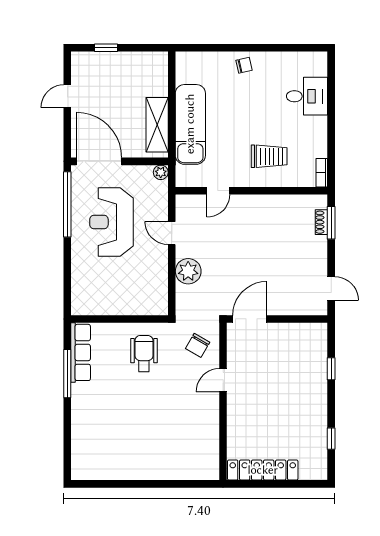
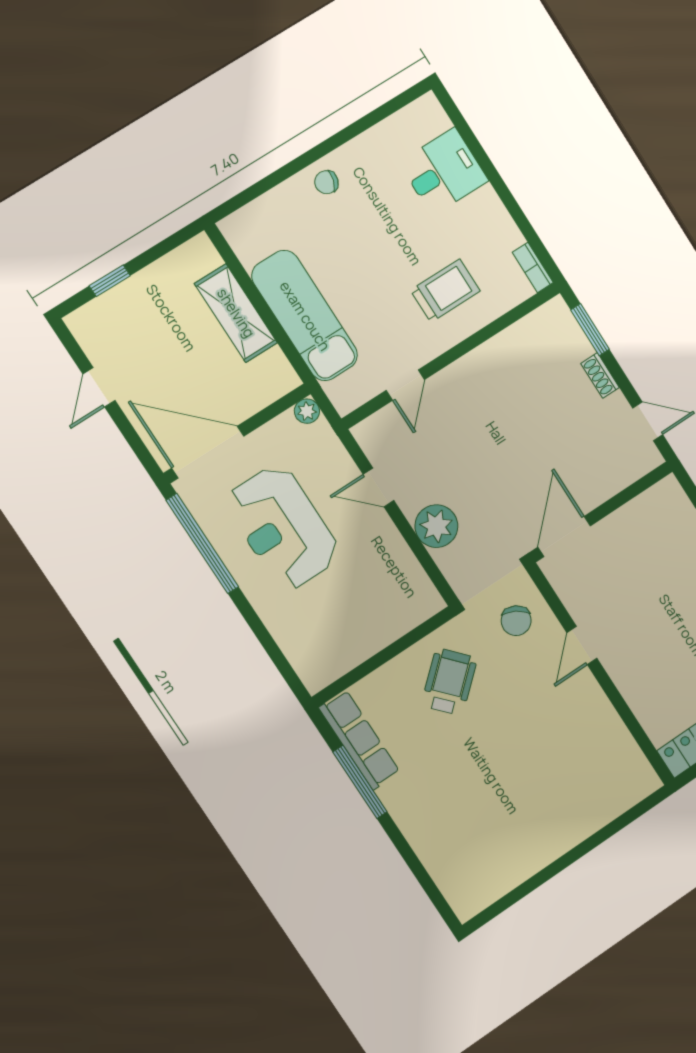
chair: (244, 65) -> (326, 182), turned -150
shelving: (157, 125) -> (236, 313), moved
shoe rack: (321, 222) -> (600, 375), moved
wheelchair: (144, 354) -> (449, 682), turned 48

